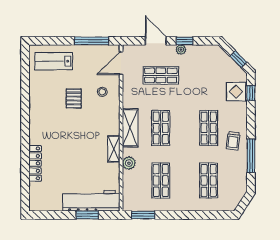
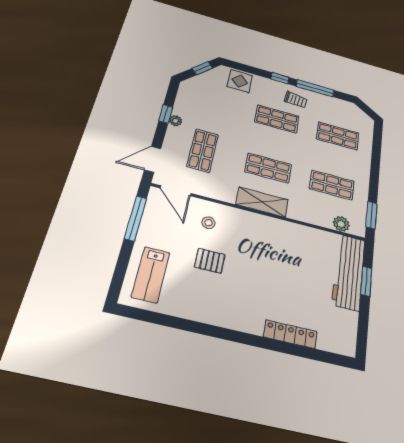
door: (156, 41) -> (153, 159), moved
window: (251, 93) -> (280, 78), moved
shelving: (114, 149) -> (286, 228), removed
plant: (129, 163) -> (341, 224), moved

